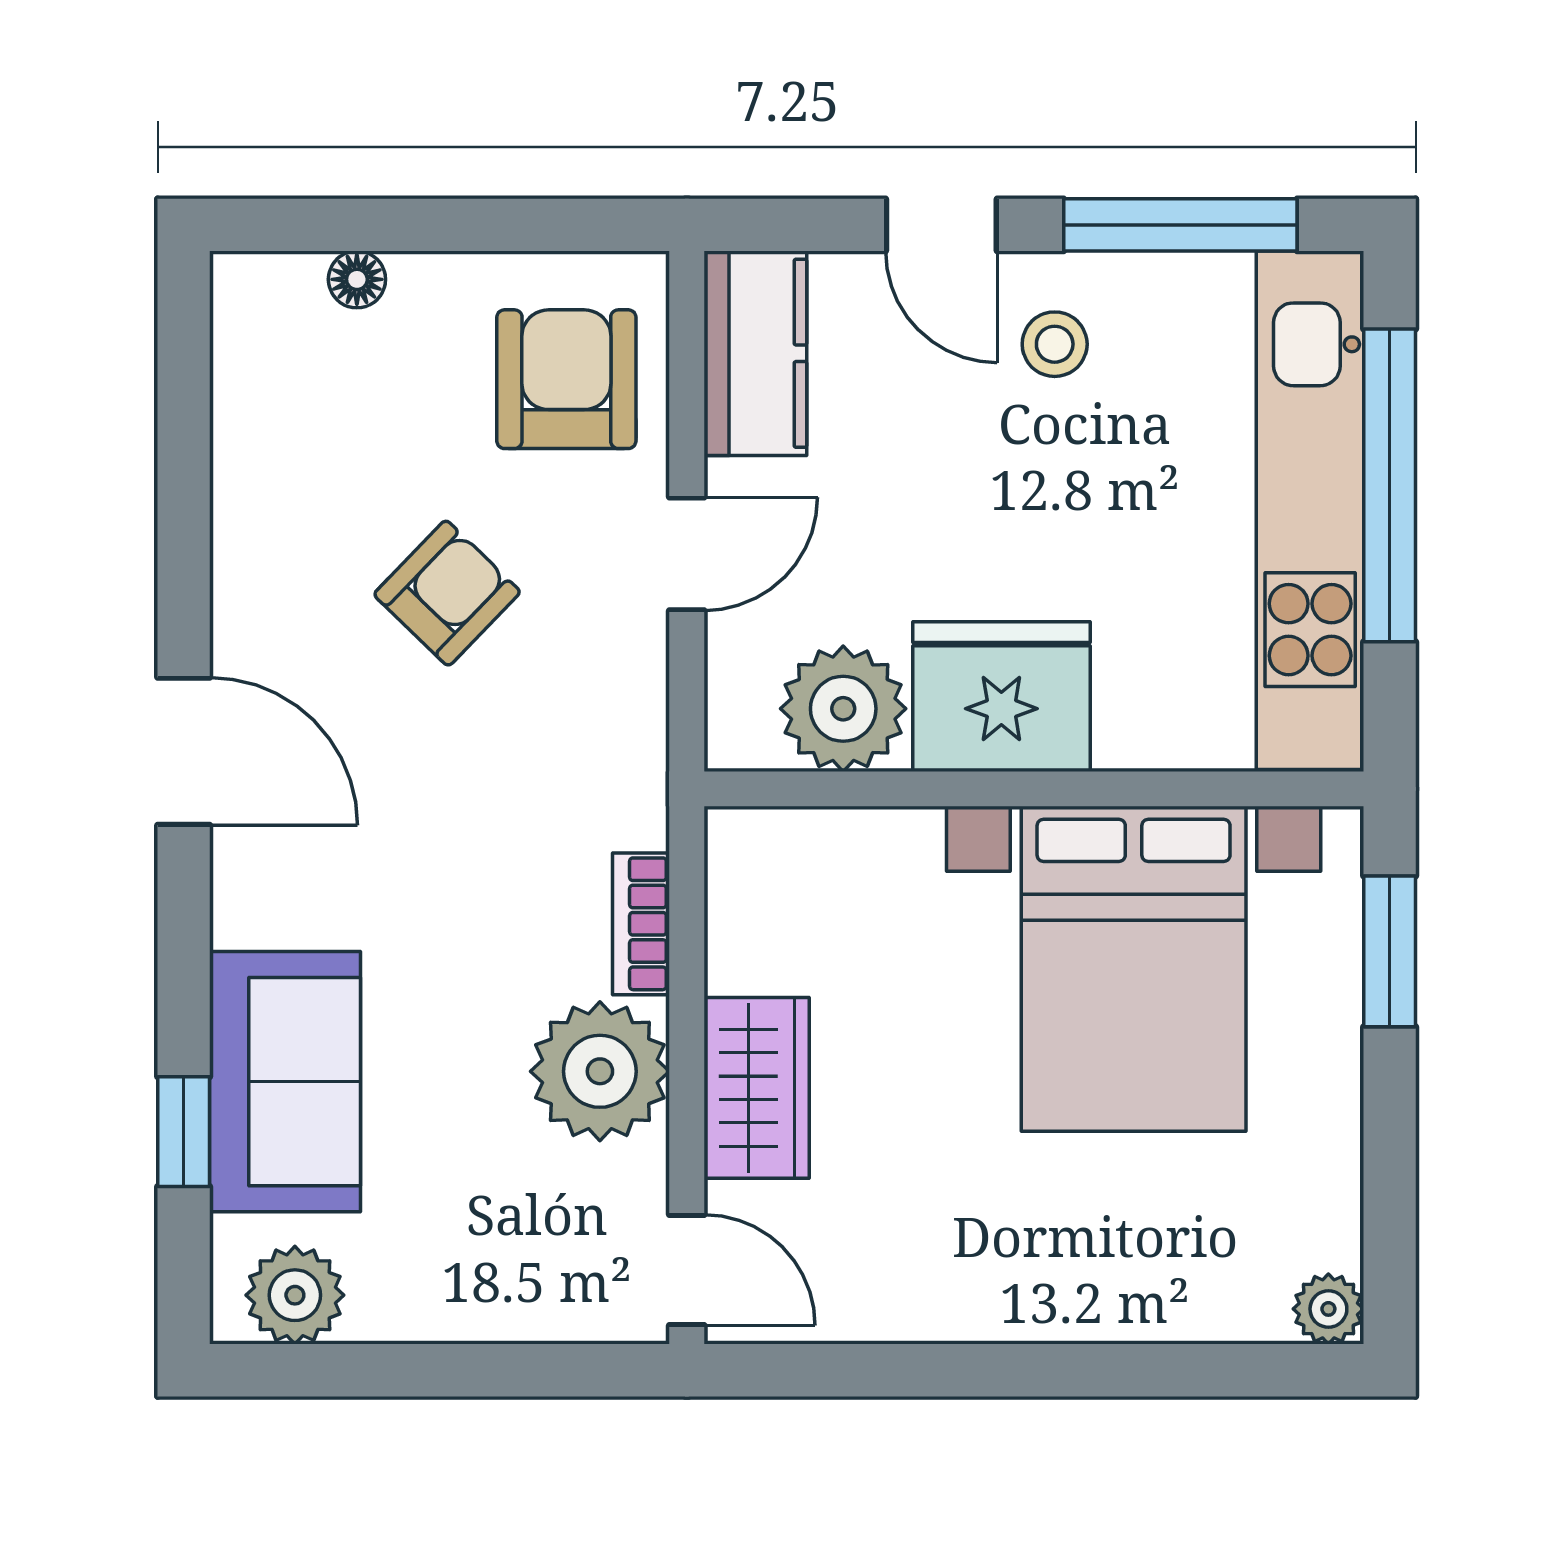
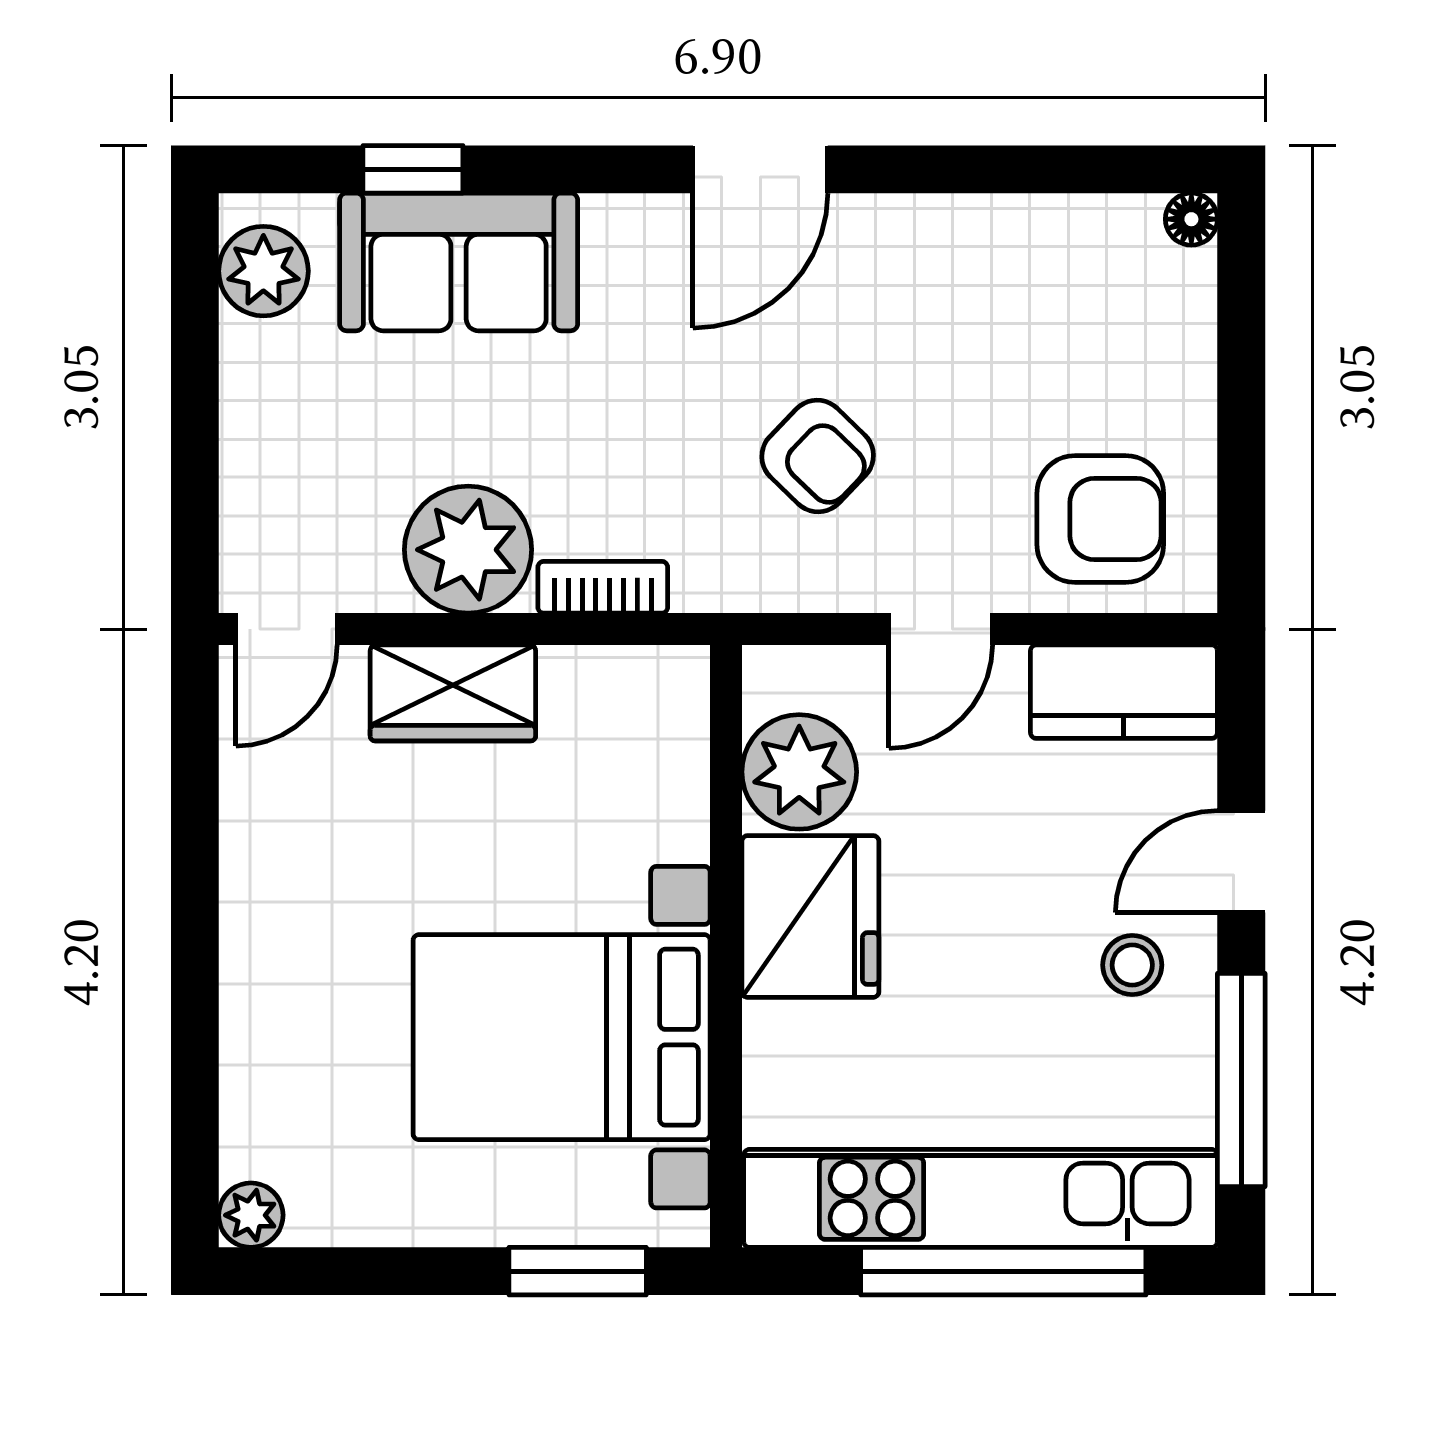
floor lamp: (357, 279) -> (1191, 219), moved
door: (687, 554) -> (941, 629), hinge flipped
armchair: (447, 593) -> (818, 456), moved

